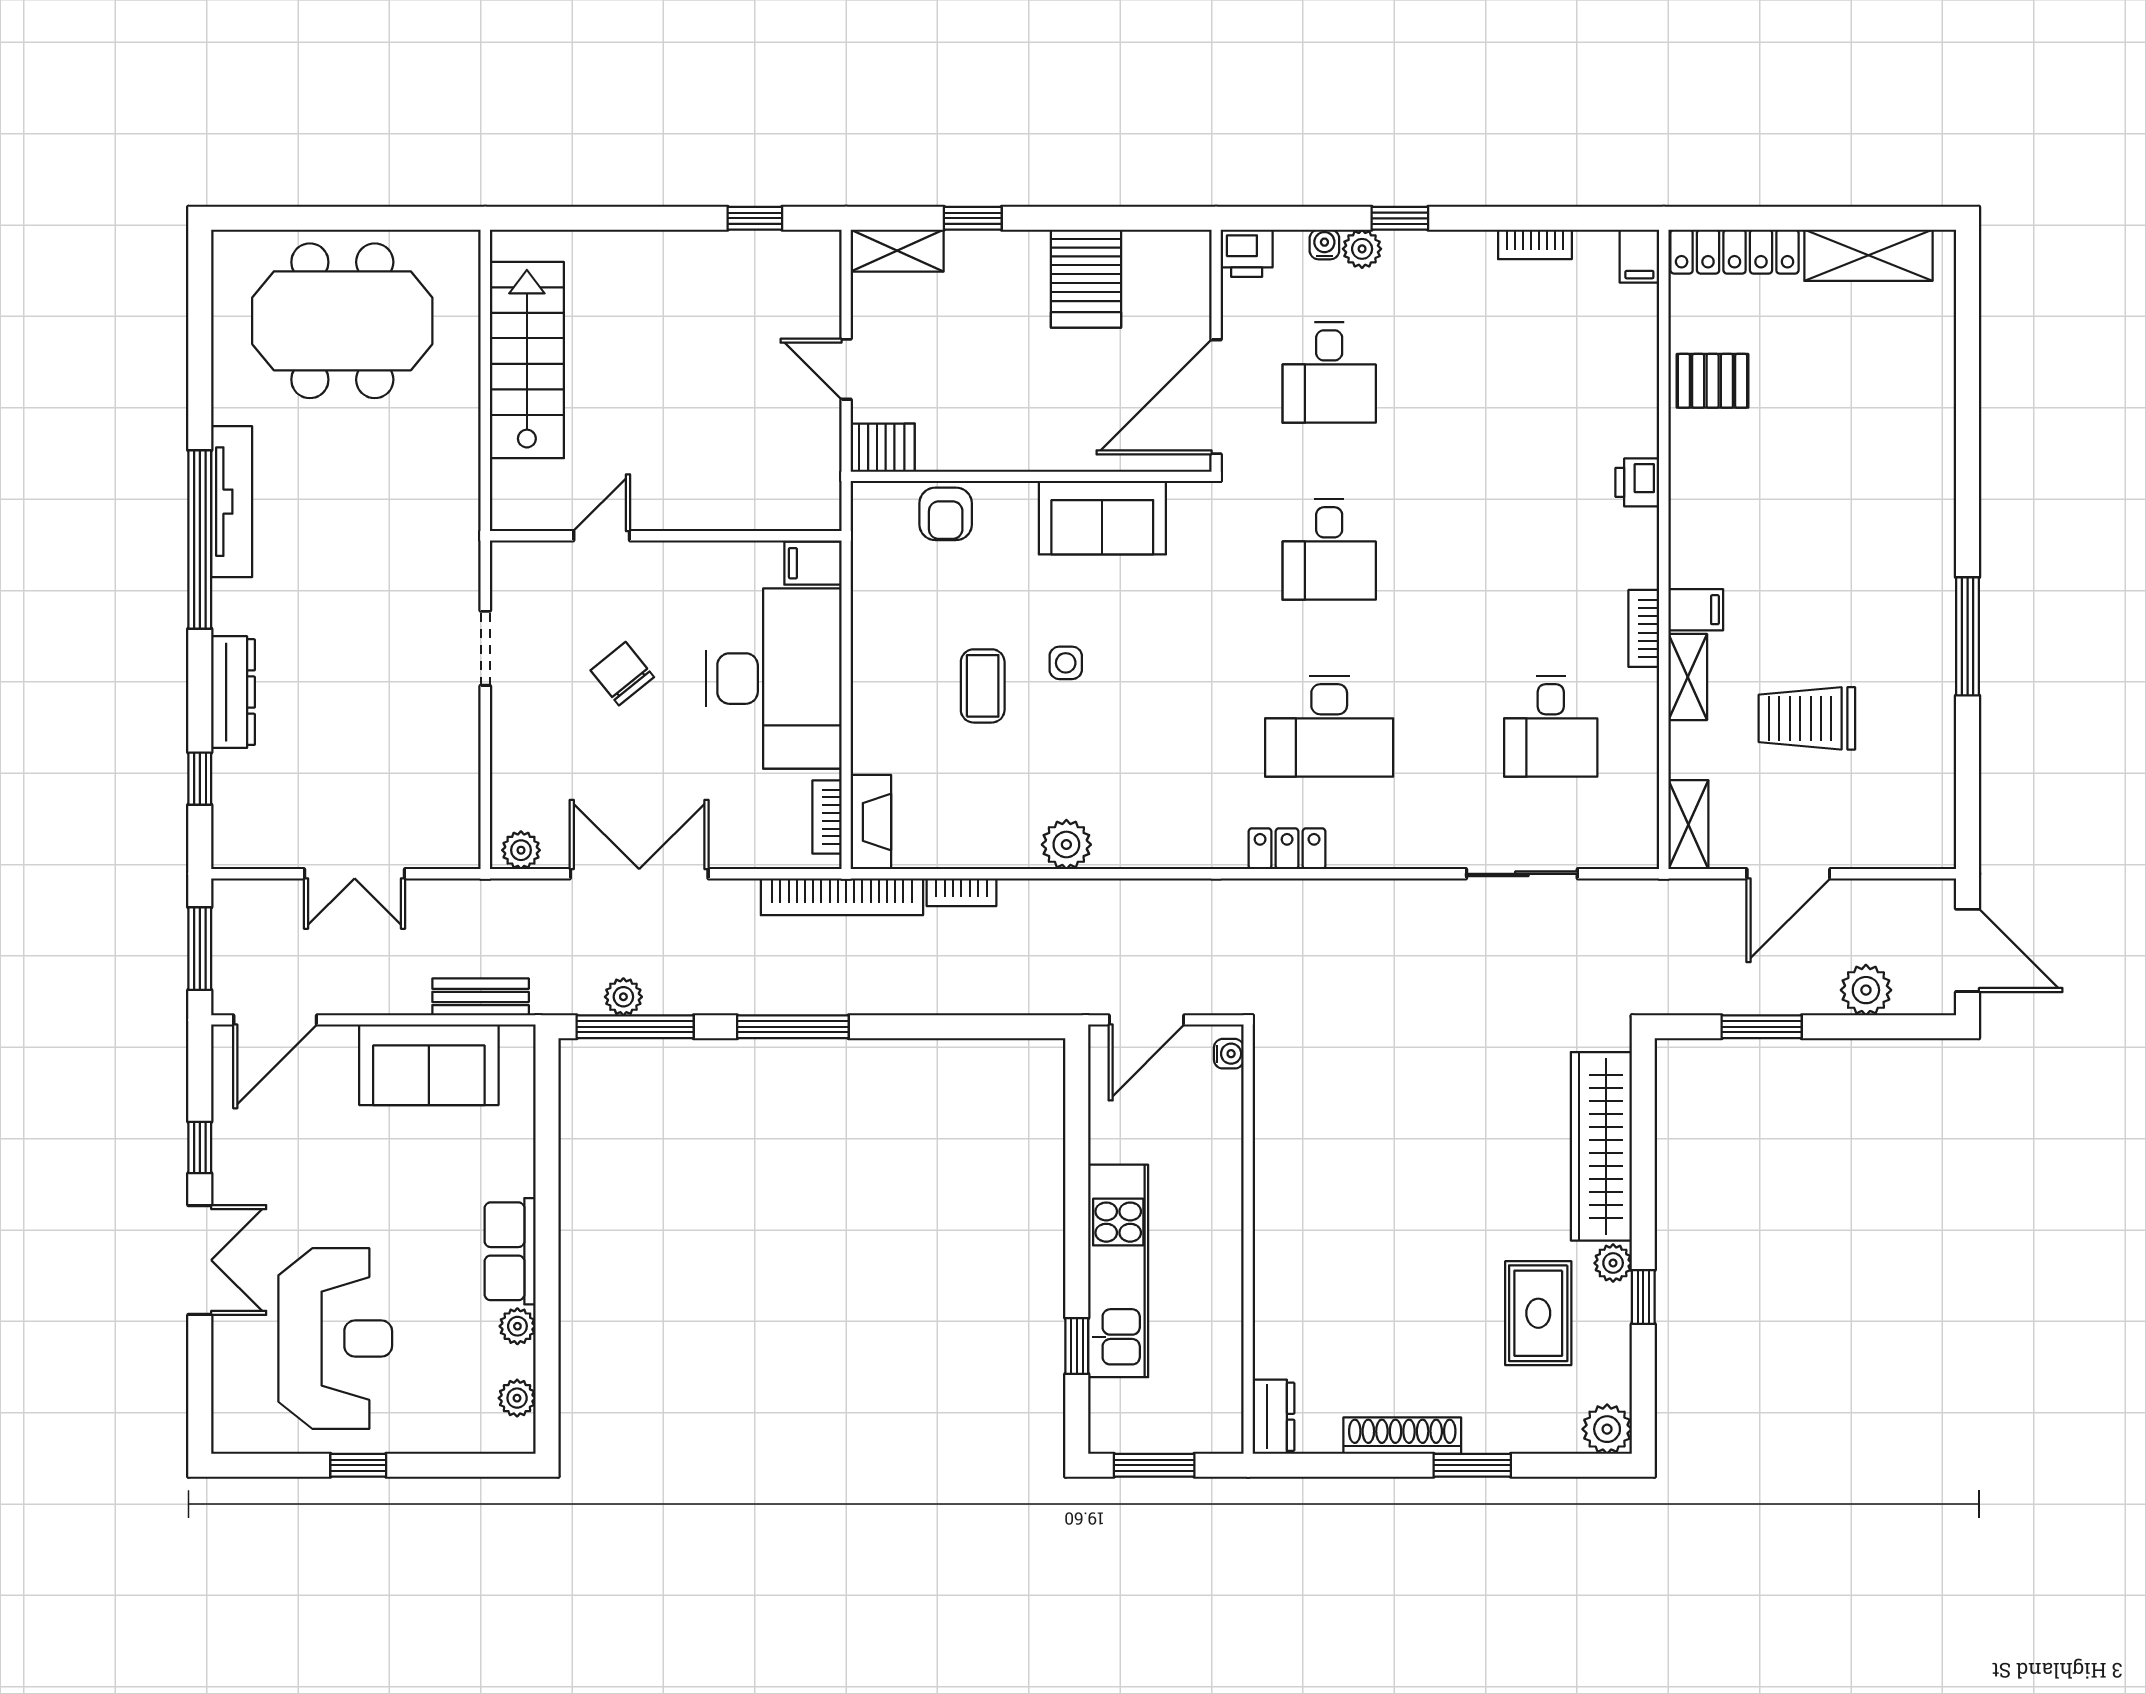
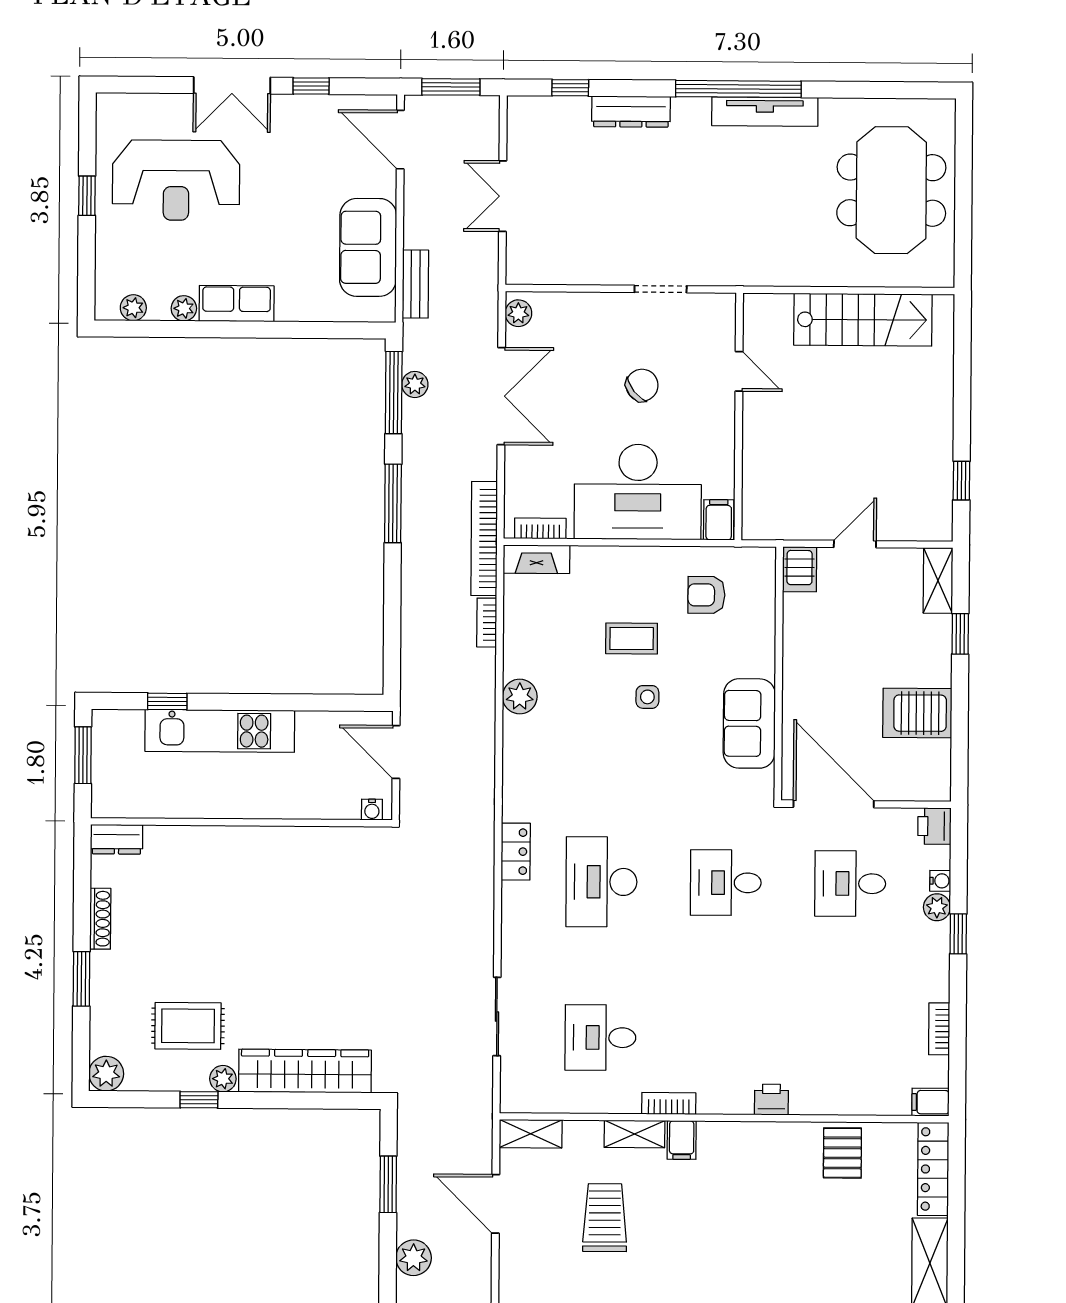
armchair: (946, 514) -> (706, 595), moved
shoe rack: (1402, 1436) -> (100, 919), width x0.74, depth x0.81

